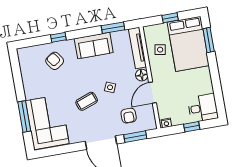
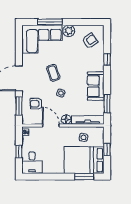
armchair: (55, 61) -> (90, 41), moved
plant: (31, 91) -> (69, 31), added

